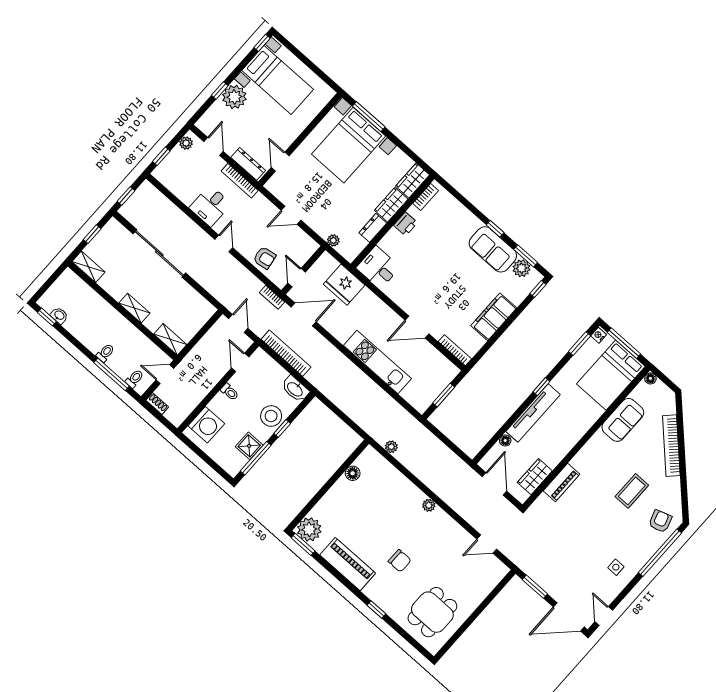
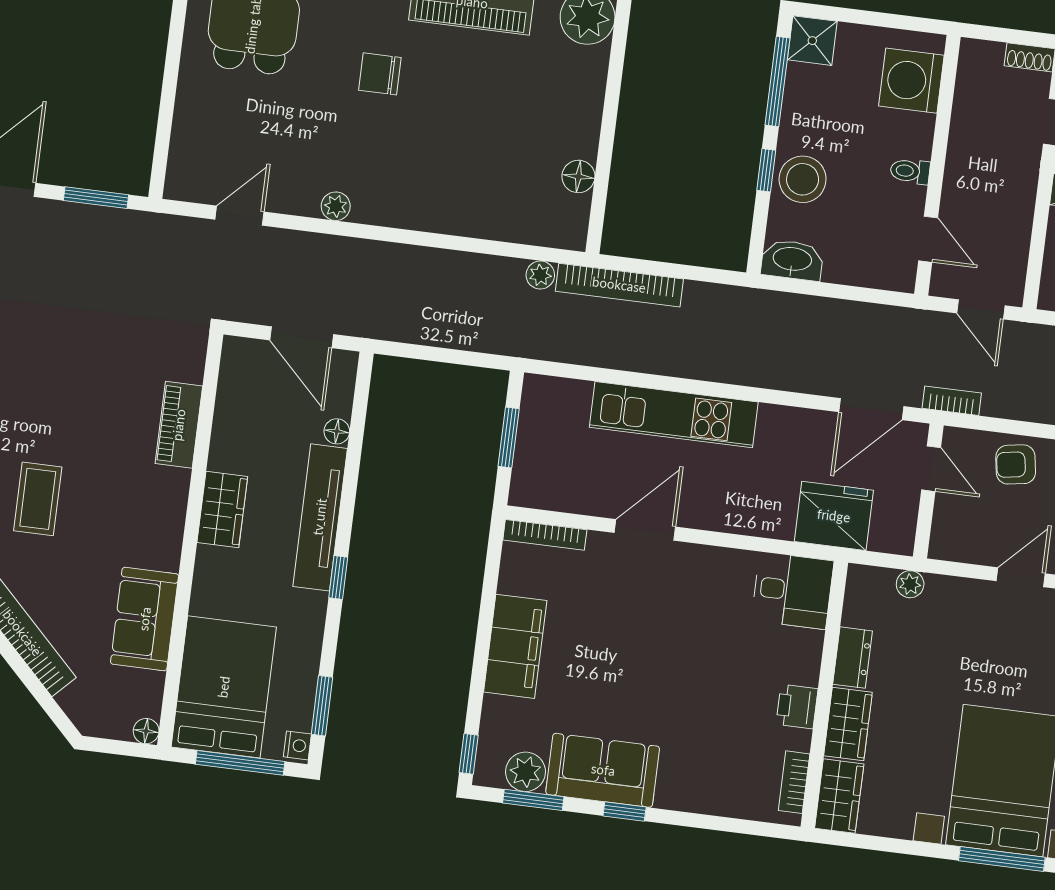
bookcase: (286, 353) -> (619, 285), moved
shower: (249, 446) -> (812, 41), moved
wardrobe: (535, 477) -> (222, 509), moved
plant: (429, 505) -> (336, 206), moved

